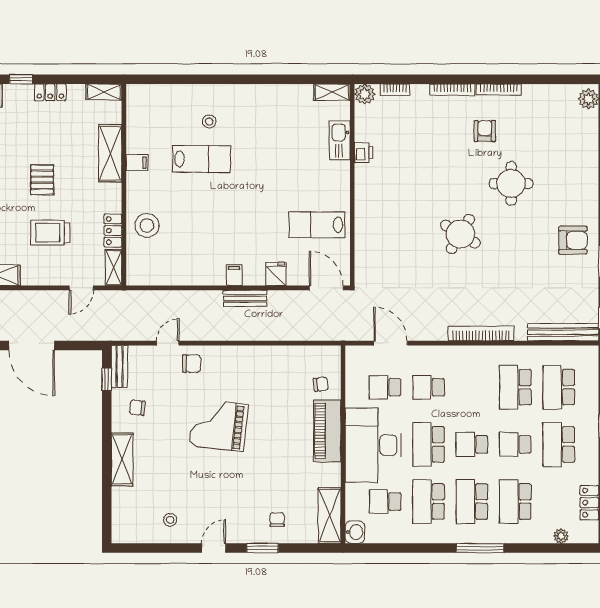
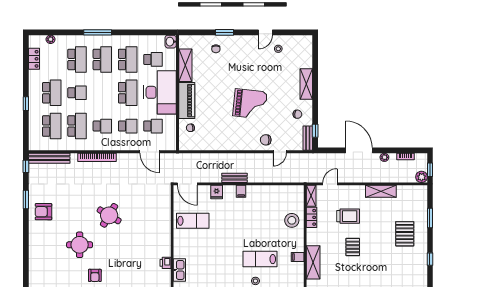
school desk: (472, 444) -> (102, 126), moved
shelving: (330, 515) -> (185, 65), moved
door: (214, 548) -> (265, 32), moved

